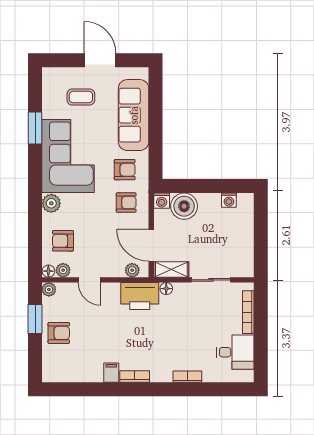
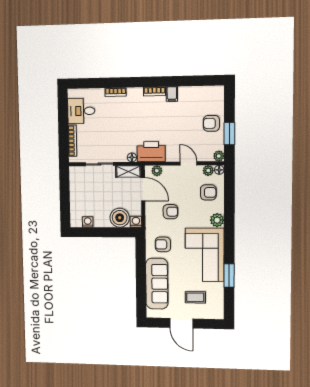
armchair: (126, 203) -> (170, 212), moved, turned 180

